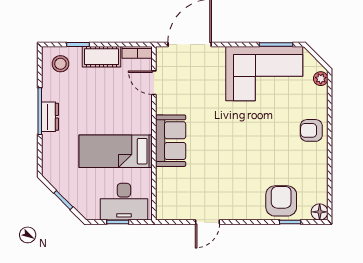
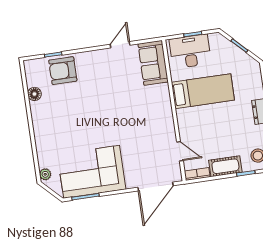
armchair: (311, 130) -> (47, 131), removed
sofa: (171, 141) -> (153, 63), moved
armchair: (281, 201) -> (63, 71), turned 90
floor lamp: (320, 212) -> (34, 94), moved

